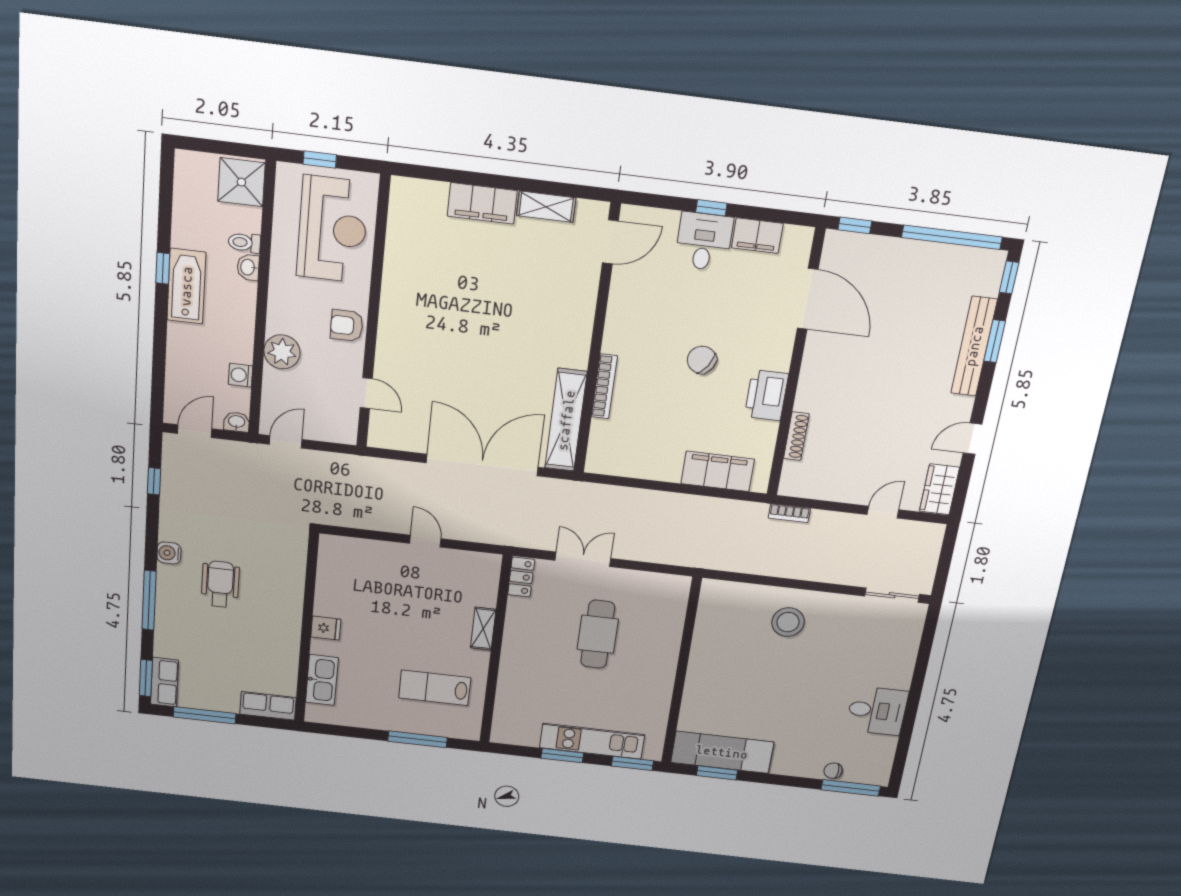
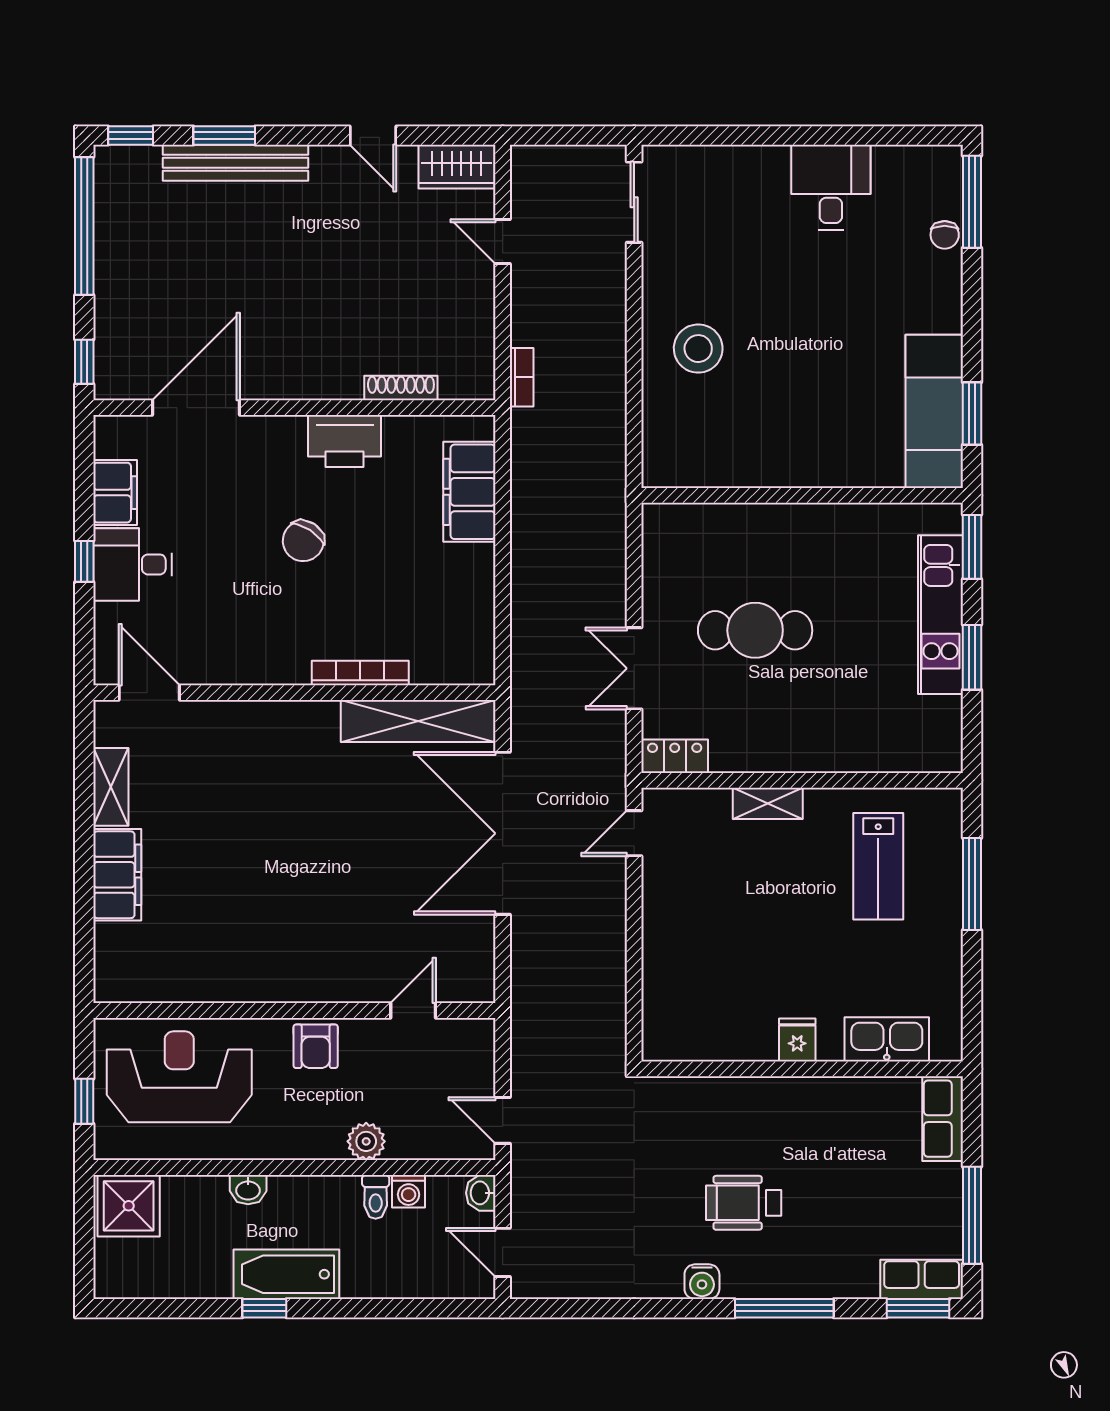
toilet: (244, 243) -> (376, 1197), moved
plant: (282, 352) -> (366, 1141), width x0.73, depth x0.73
window: (154, 481) -> (589, 1308), removed
door: (425, 541) -> (634, 833), moved

